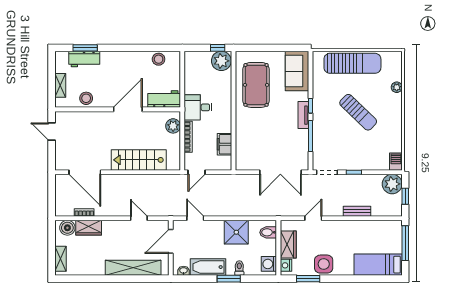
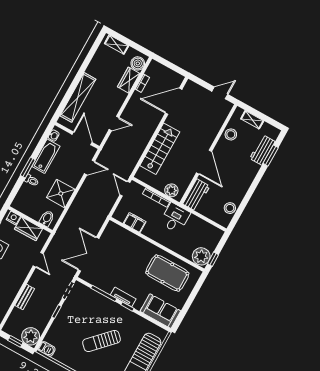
washing machine: (269, 264) -> (22, 205), removed

